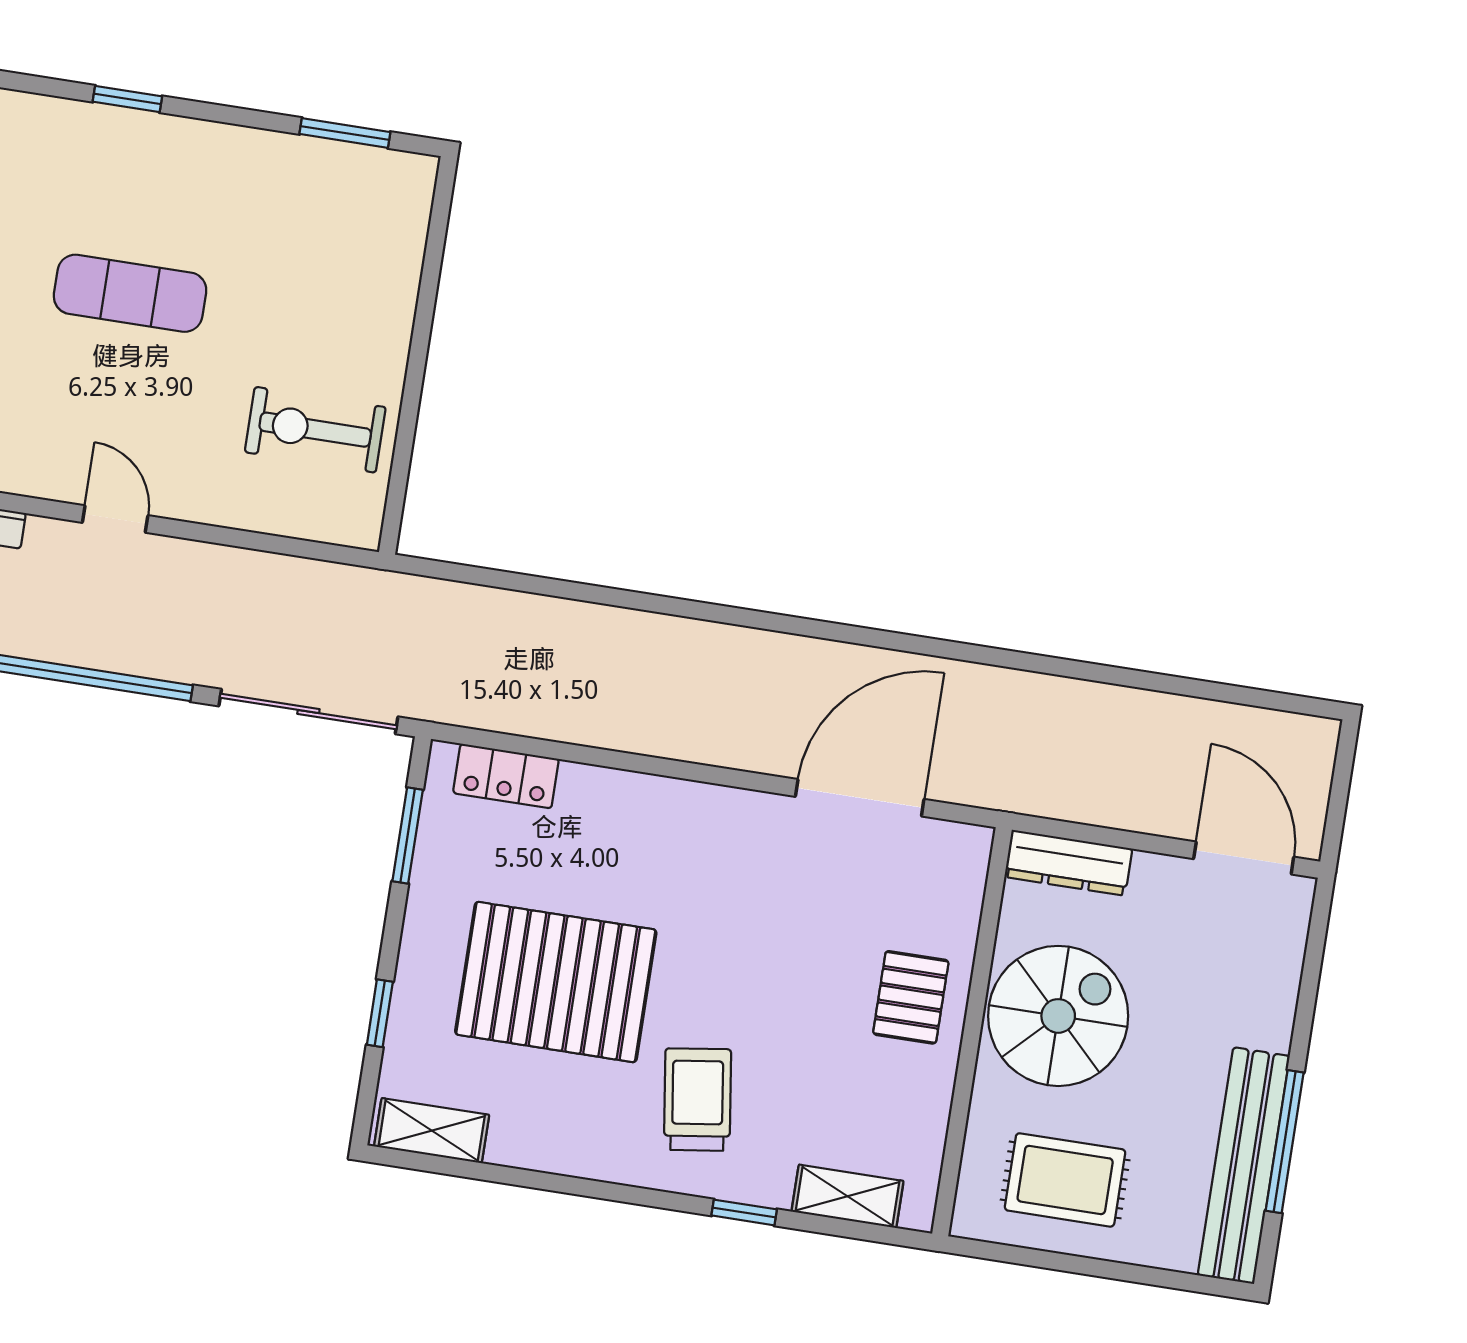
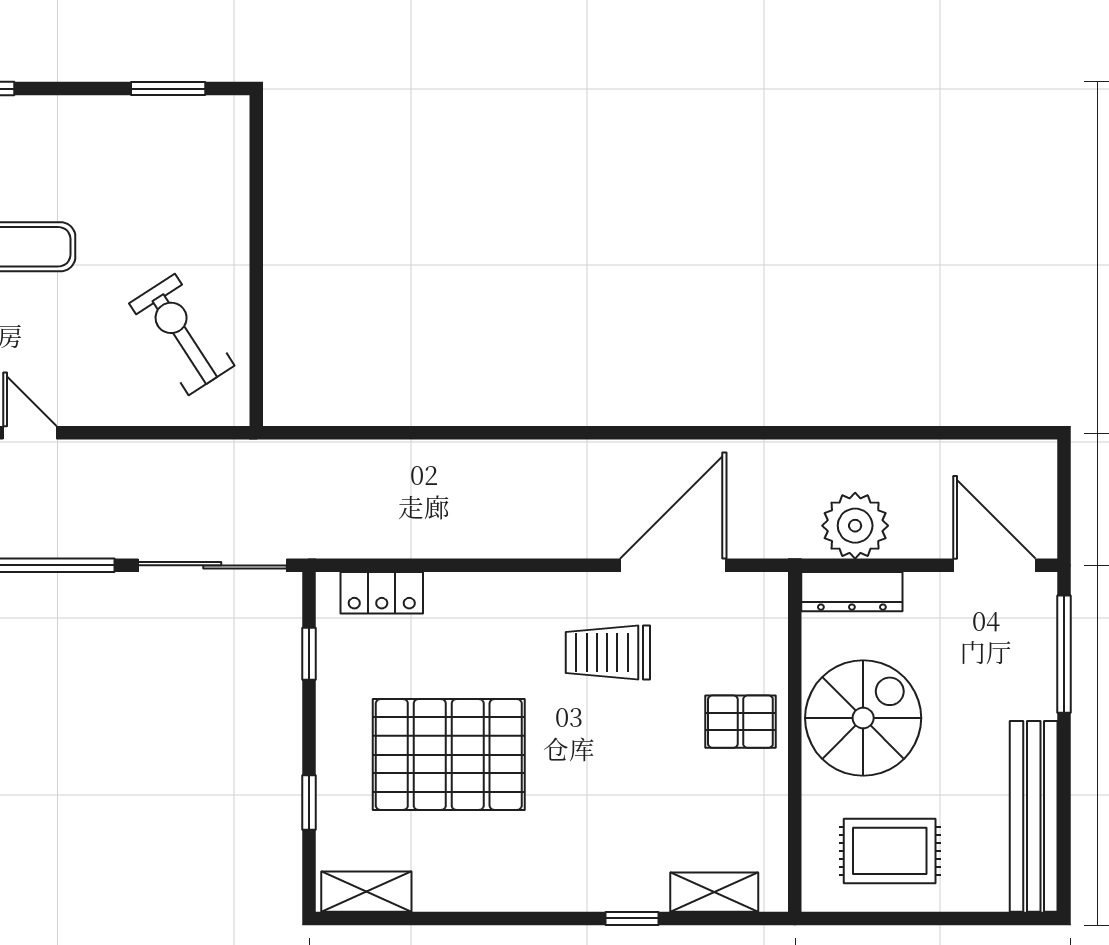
exercise bike: (315, 430) -> (182, 334), turned 57
plant: (1085, 784) -> (855, 526), added
window: (408, 835) -> (309, 654), width x0.67
pallet: (911, 997) -> (740, 722), turned 90
trolley: (698, 1100) -> (608, 653), moved, turned -82
window: (1285, 1142) -> (1064, 654), moved

